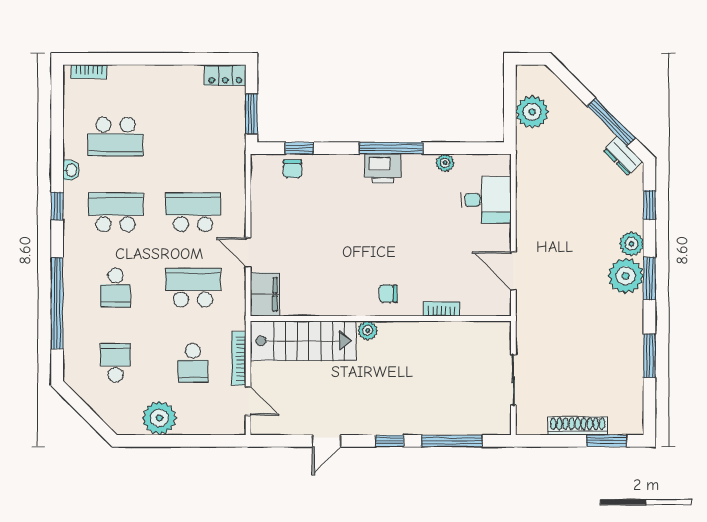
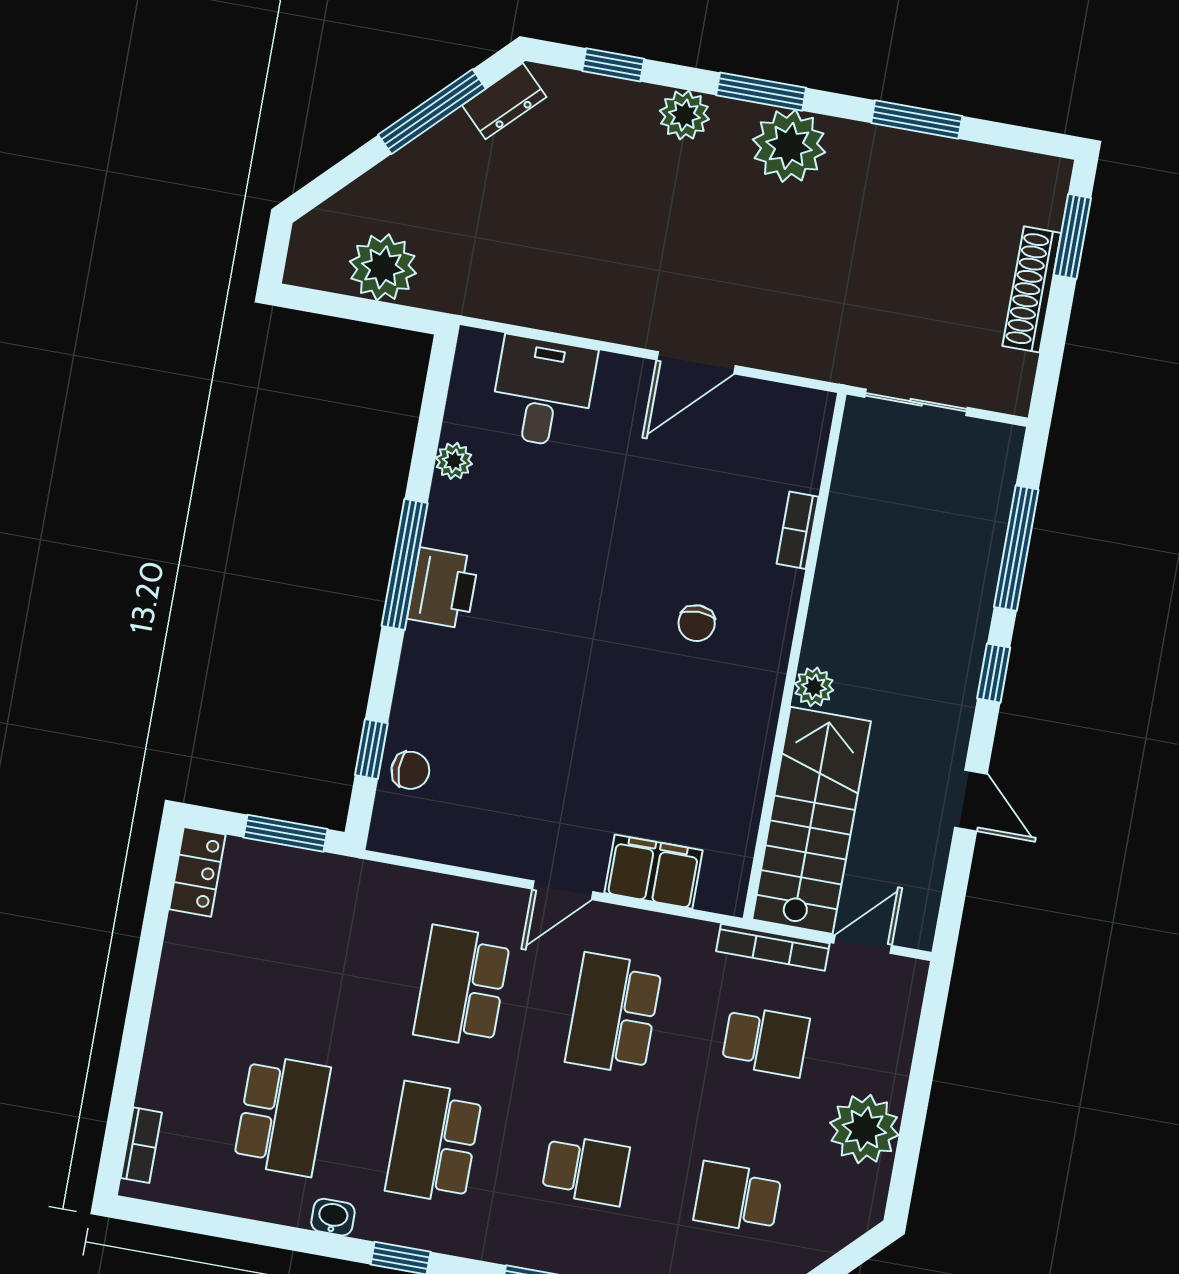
plant: (626, 276) -> (789, 146), moved
bookcase: (442, 309) -> (798, 530), moved
wall: (381, 318) -> (795, 656), moved
plant: (368, 330) -> (814, 687), moved
stairs: (303, 341) -> (811, 820), moved

